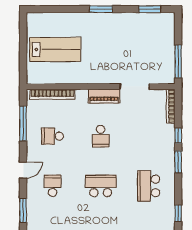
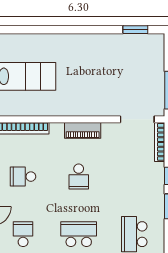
window: (101, 9) -> (79, 30), removed
doorway: (135, 87) -> (137, 119), moved

